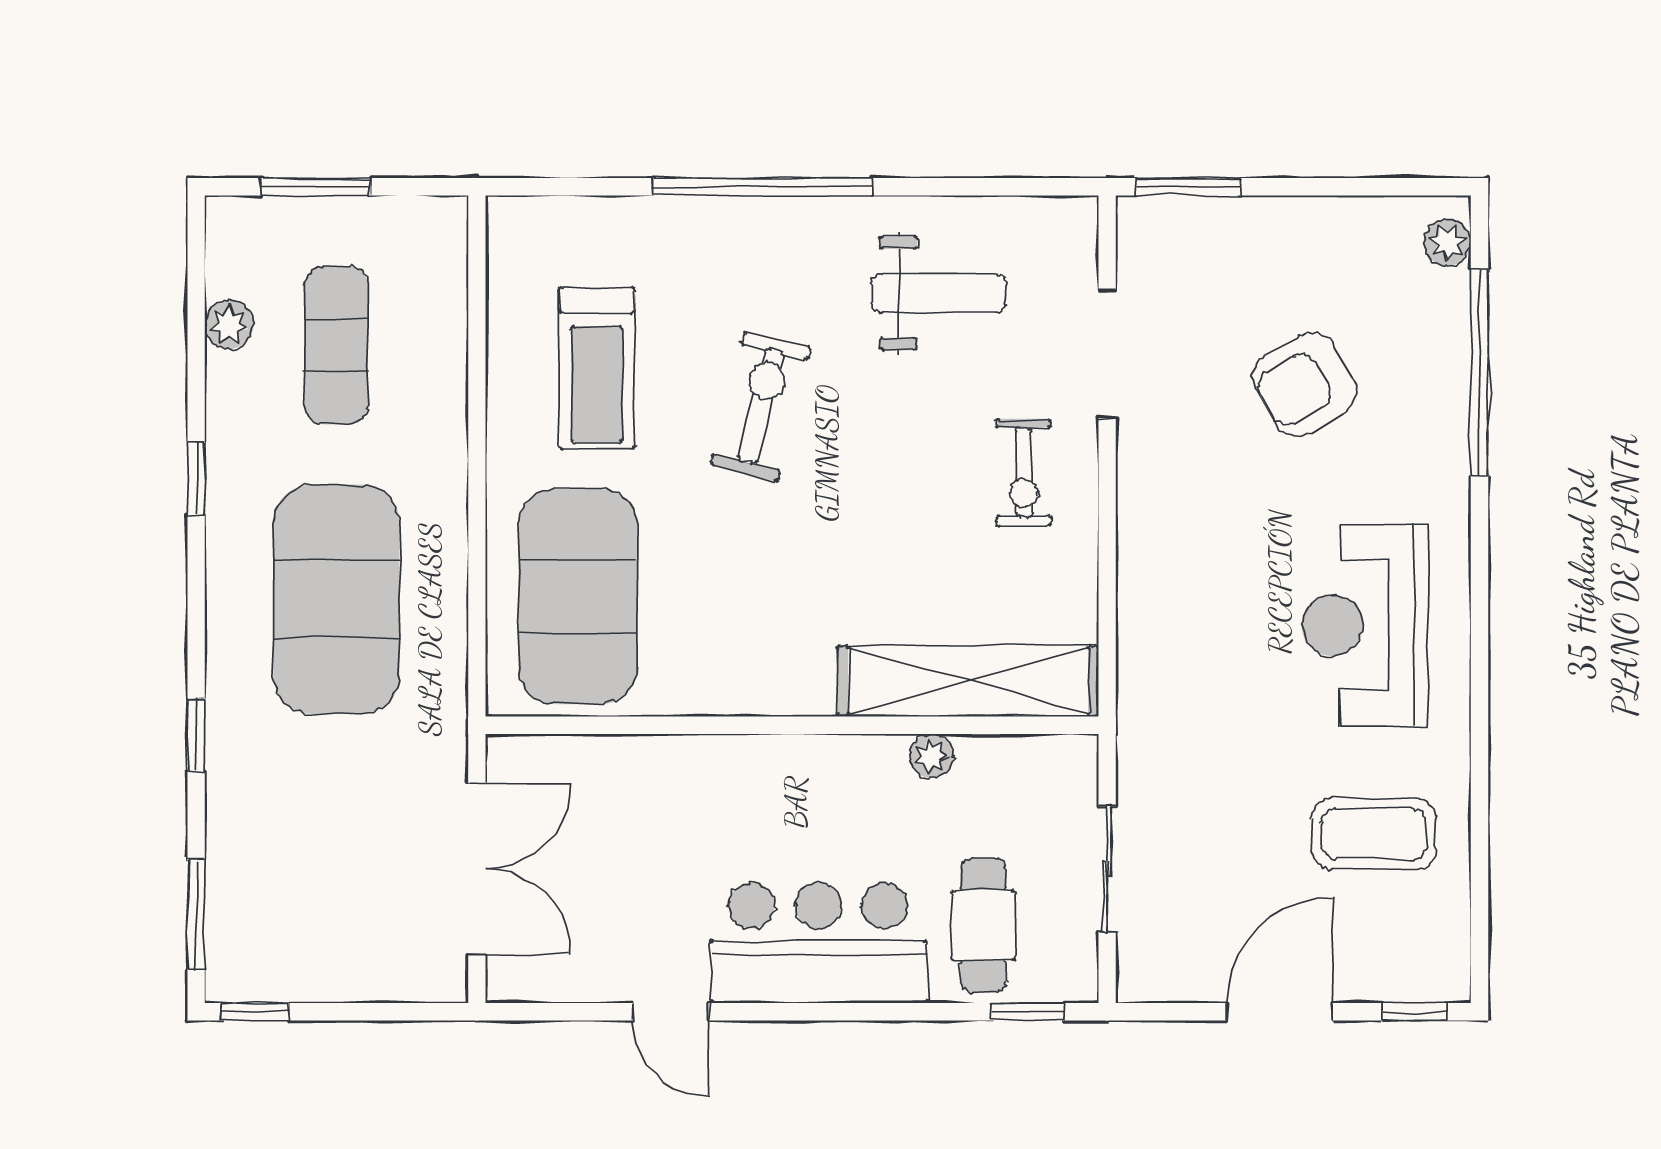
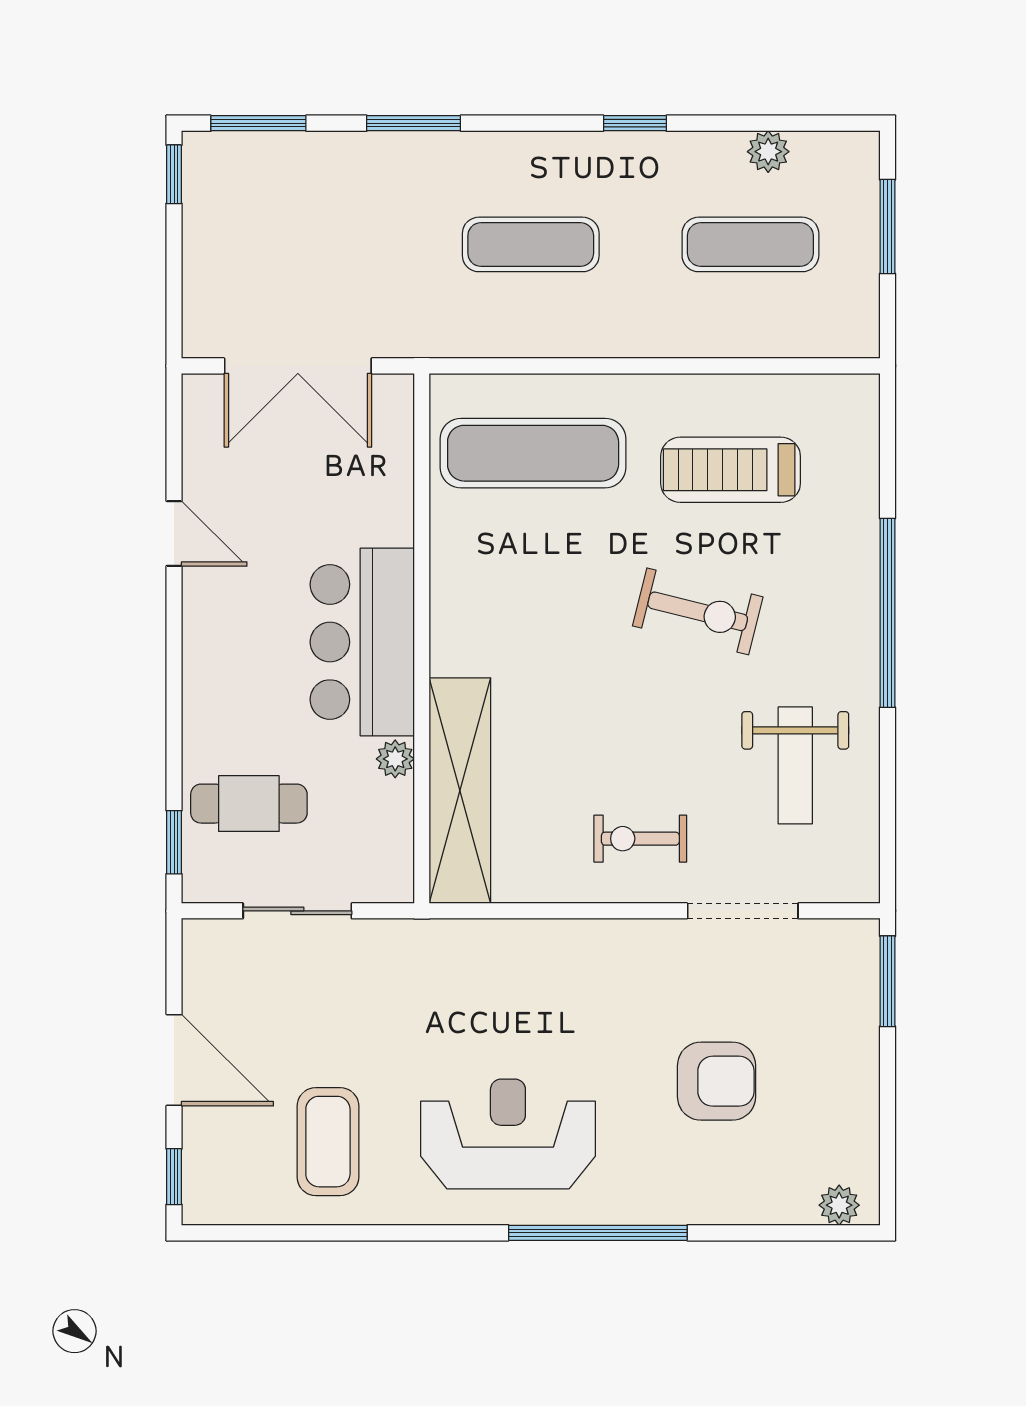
window: (1480, 373) -> (598, 1233), moved
armchair: (1304, 384) -> (717, 1081), turned 120
exercise mat: (578, 597) -> (533, 453), width x0.68
exercise mat: (336, 599) -> (531, 244), width x0.50, depth x0.69
window: (196, 735) -> (414, 123), width x1.50
bar counter: (818, 943) -> (362, 642), moved, turned 180
door: (671, 1012) -> (174, 534), swing flipped

